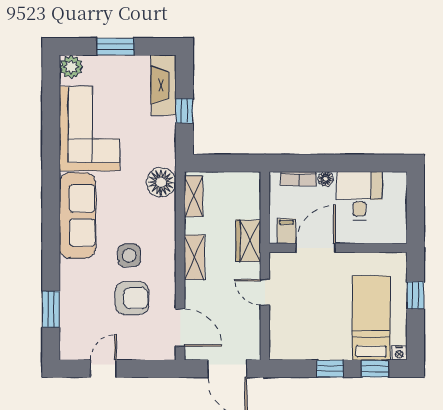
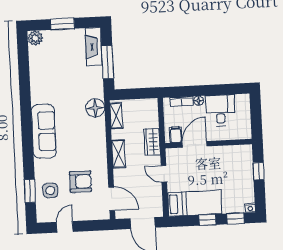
window: (184, 111) -> (108, 62), width x2.17
corner sofa: (89, 129) -> (49, 76), removed
side table: (129, 256) -> (50, 190), moved
bed: (371, 318) -> (195, 203), moved, turned 90

